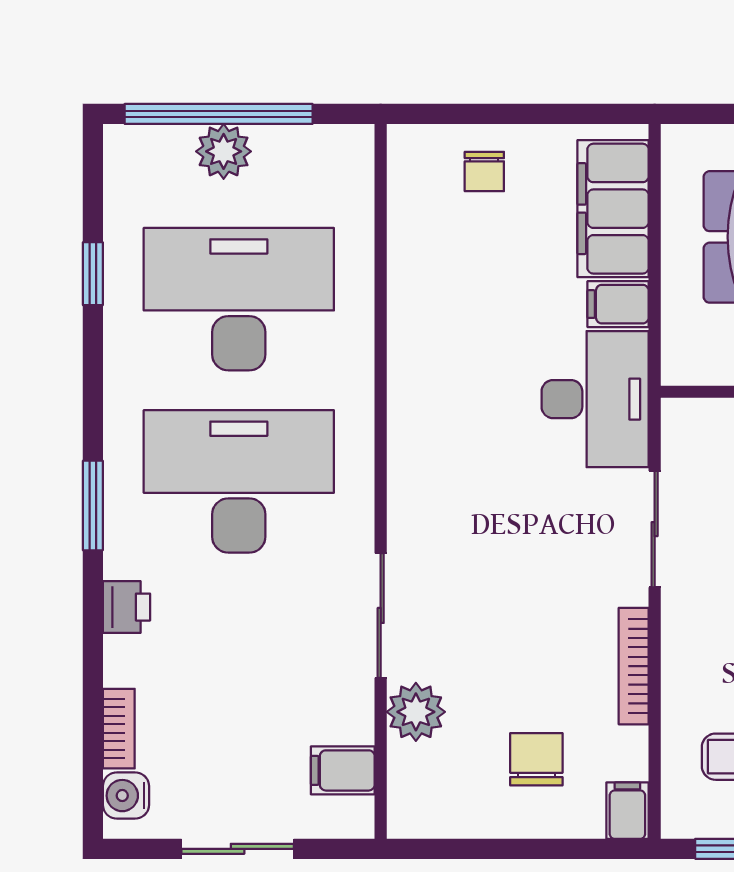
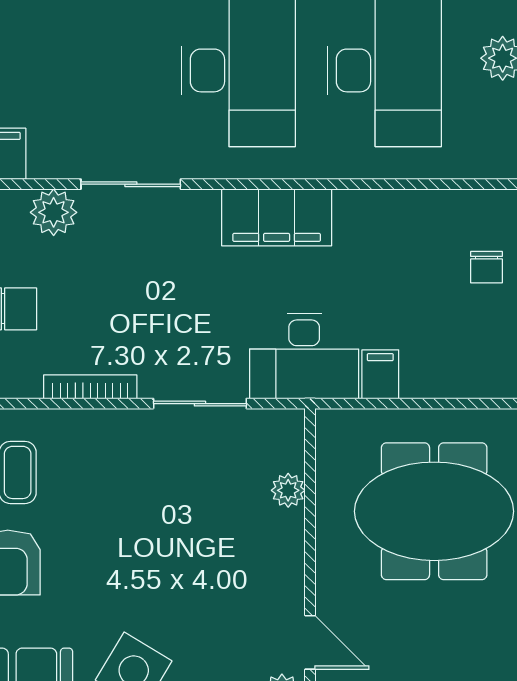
chair: (484, 172) -> (486, 267), turned -90
filing cabinet: (613, 209) -> (277, 217), moved, turned 180

